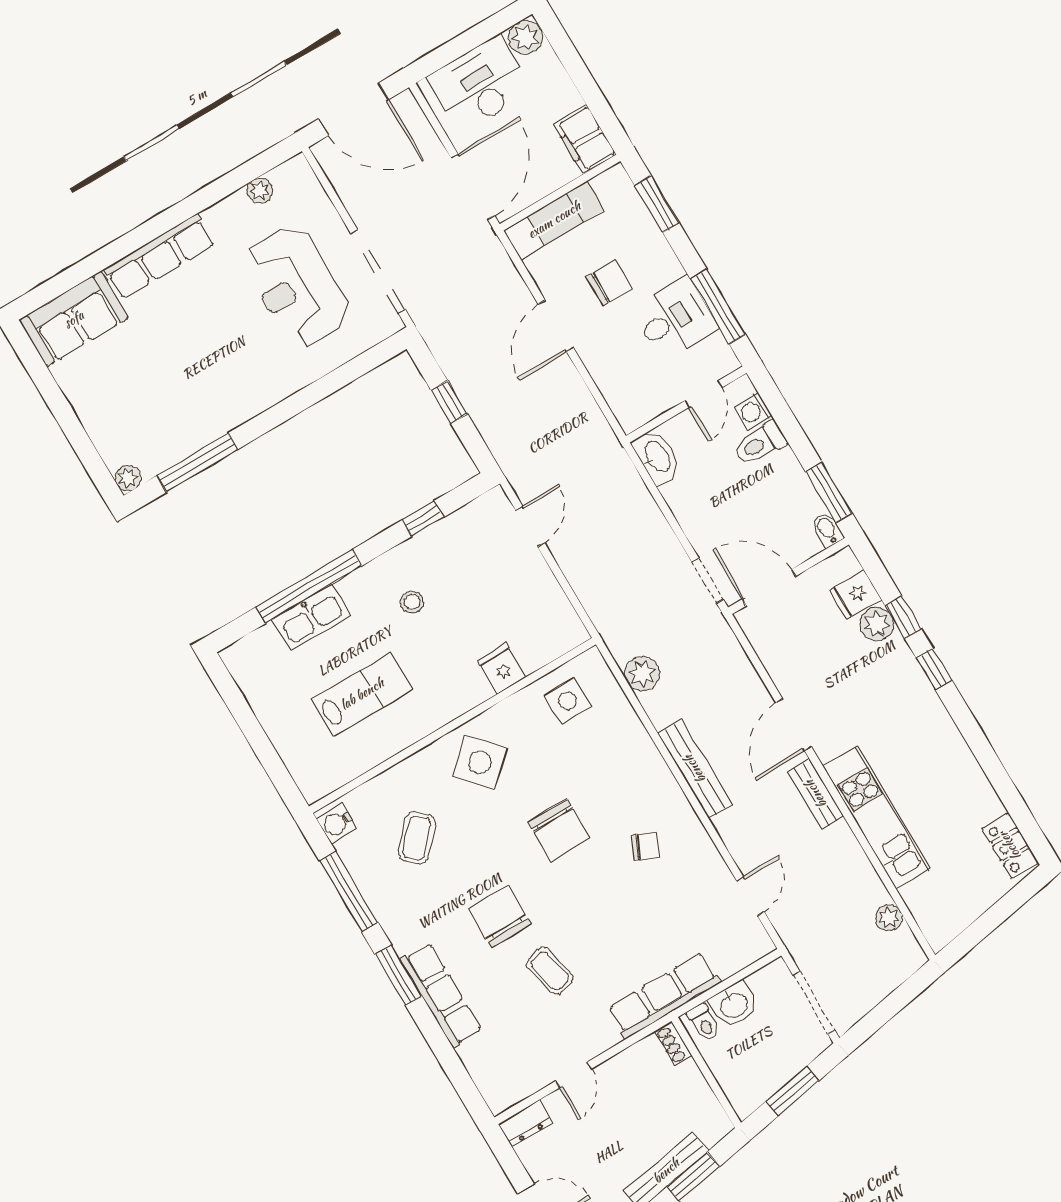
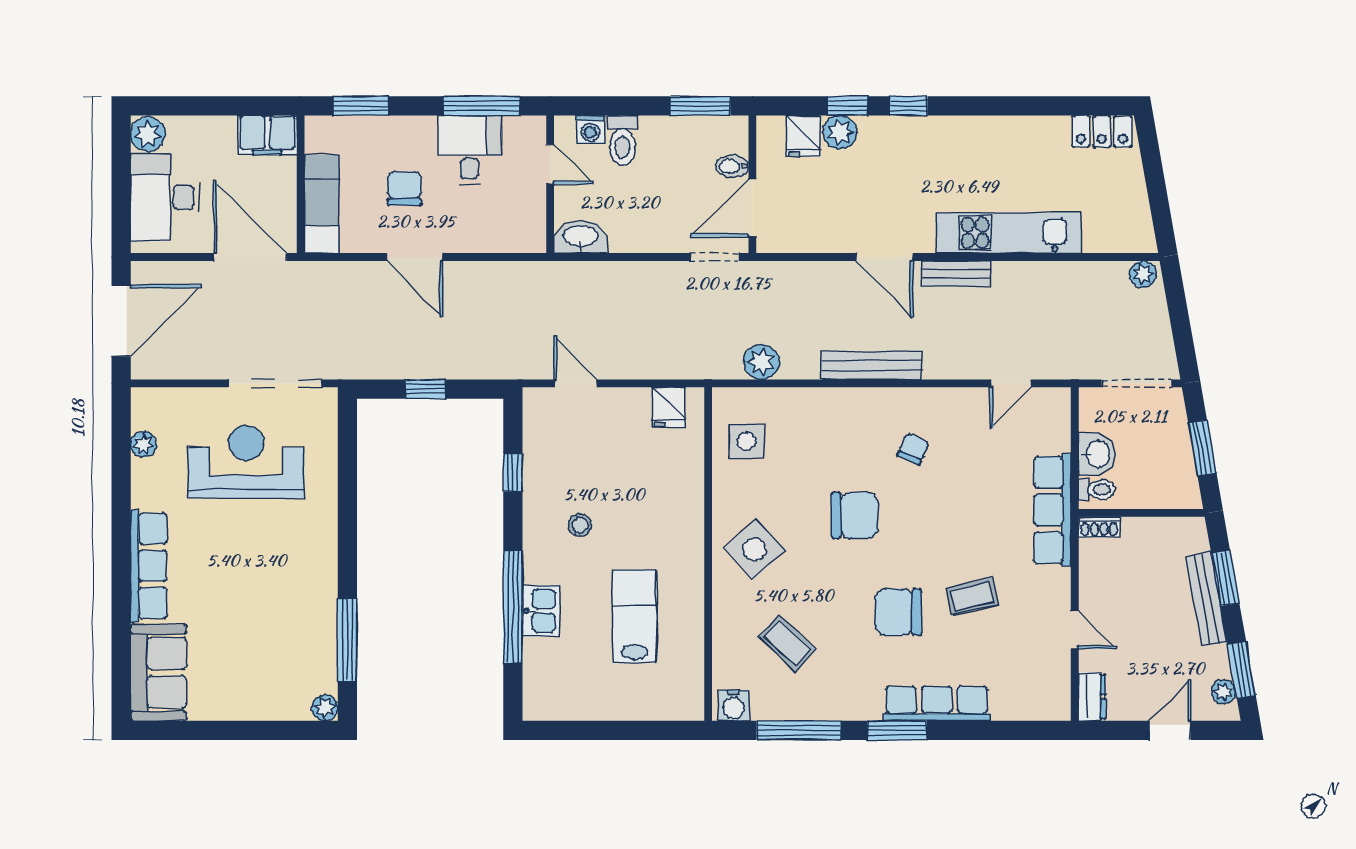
reception desk: (297, 287) -> (246, 462), turned 180
bidet: (827, 530) -> (732, 166), moved
kitchen sink: (311, 617) -> (541, 611), width x0.73
fridge: (502, 669) -> (668, 407), moved, turned -90
door: (750, 896) -> (1011, 383), swing flipped
plant: (889, 918) -> (1143, 274), moved

